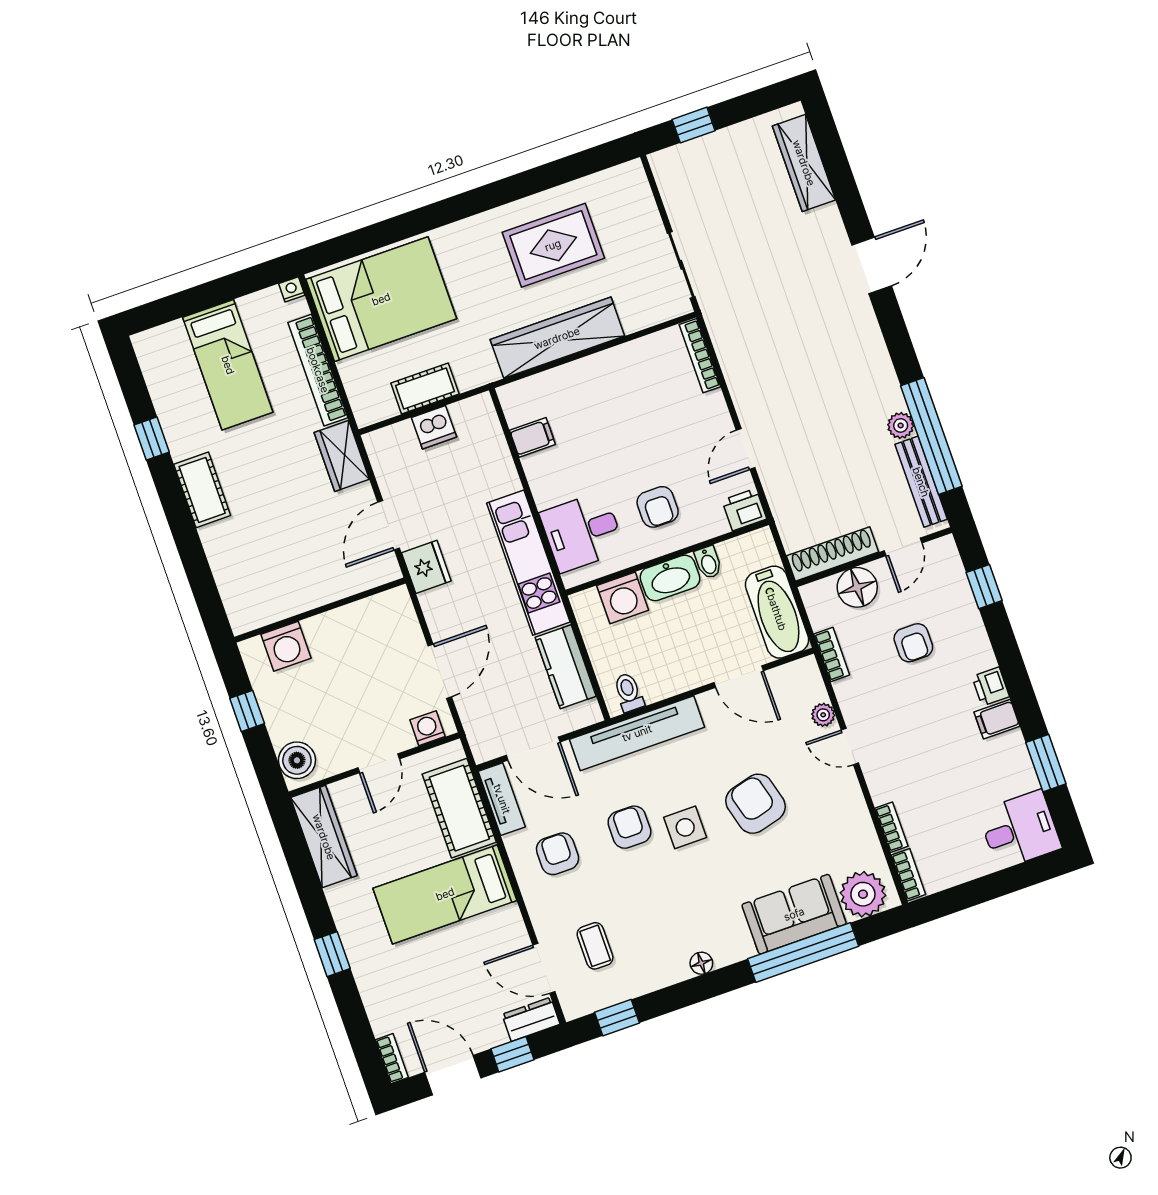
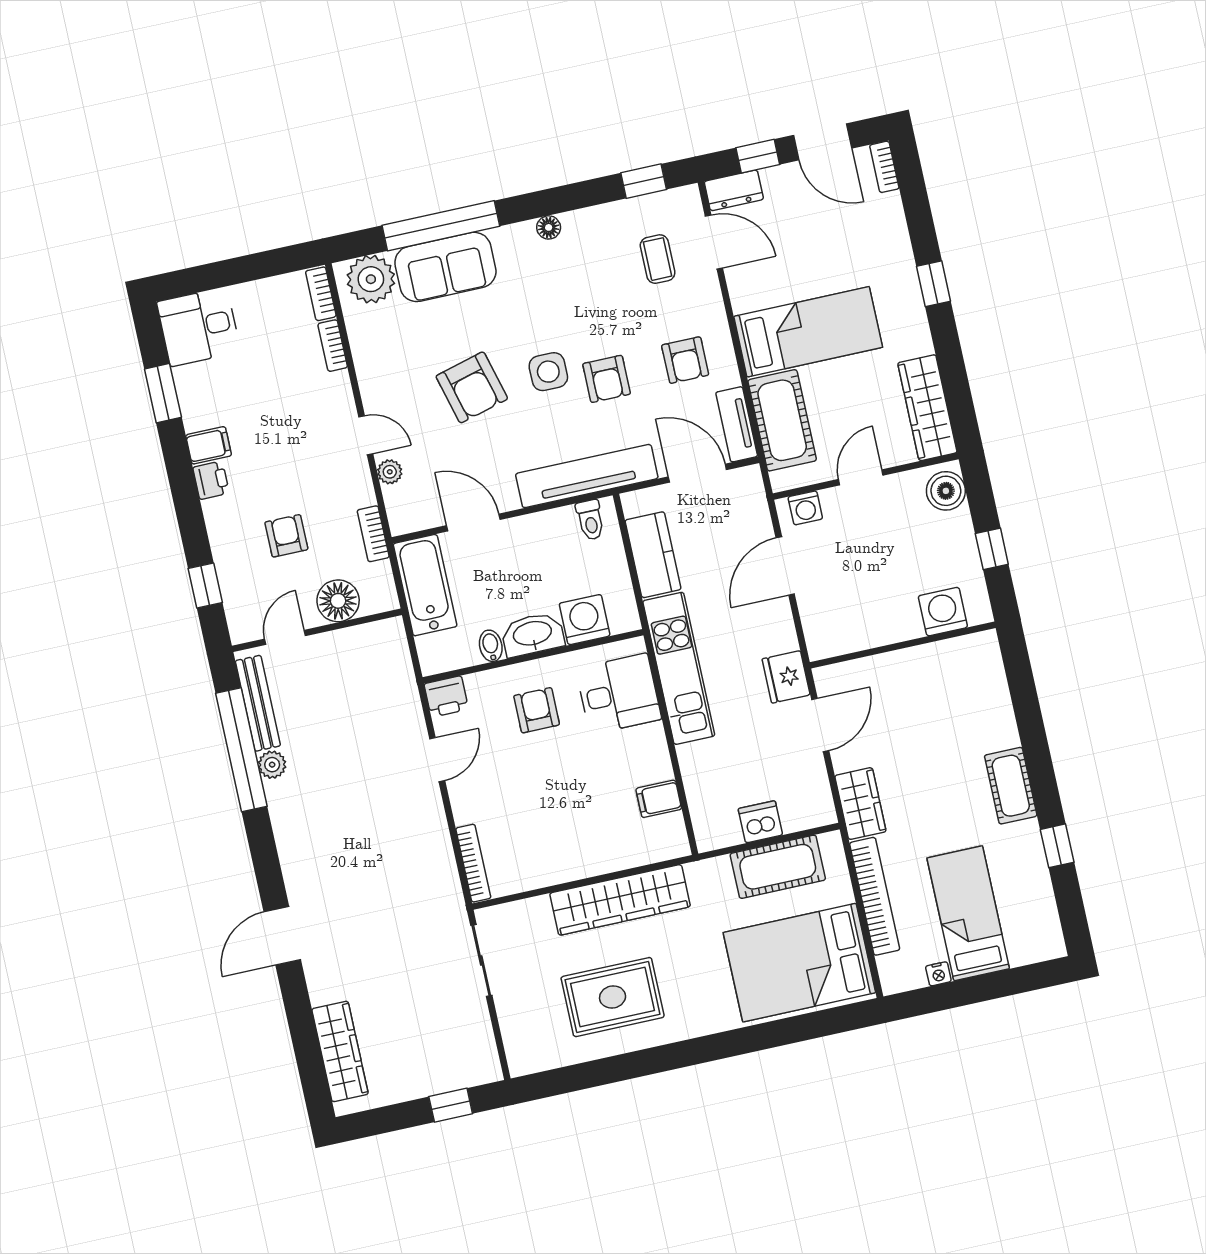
nightstand: (292, 289) -> (938, 974), moved
cot: (425, 389) -> (778, 867), width x1.37, depth x1.34
shoe rack: (832, 554) -> (360, 639), removed

